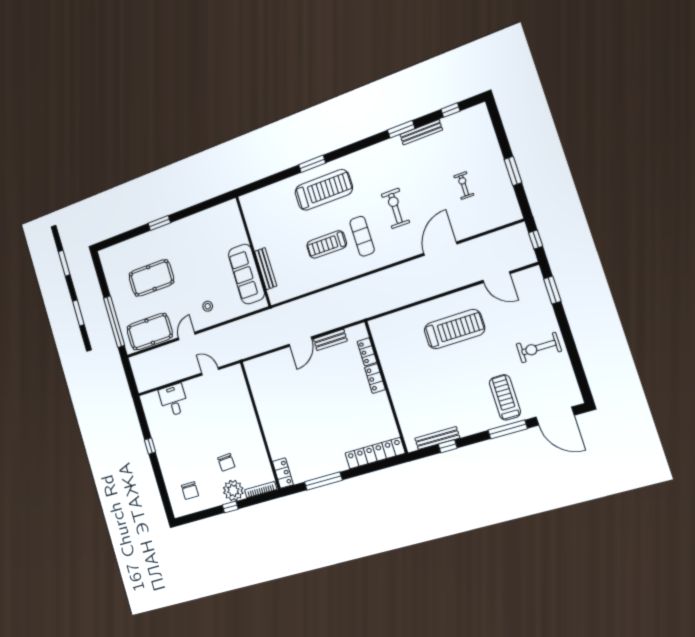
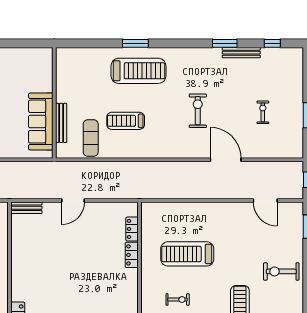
exercise mat: (362, 236) -> (91, 138), moved
door: (440, 249) -> (226, 160), hinge flipped
treadmill: (454, 329) -> (187, 254), moved, turned 180
bench: (330, 340) -> (26, 208), moved
exercise bike: (436, 411) -> (178, 299), added

